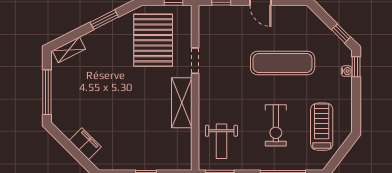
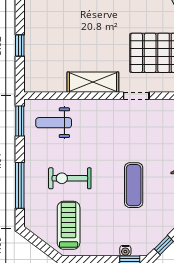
exercise mat: (283, 63) -> (134, 185), width x0.73, depth x0.69
treadmill: (322, 127) -> (69, 225), turned -90

